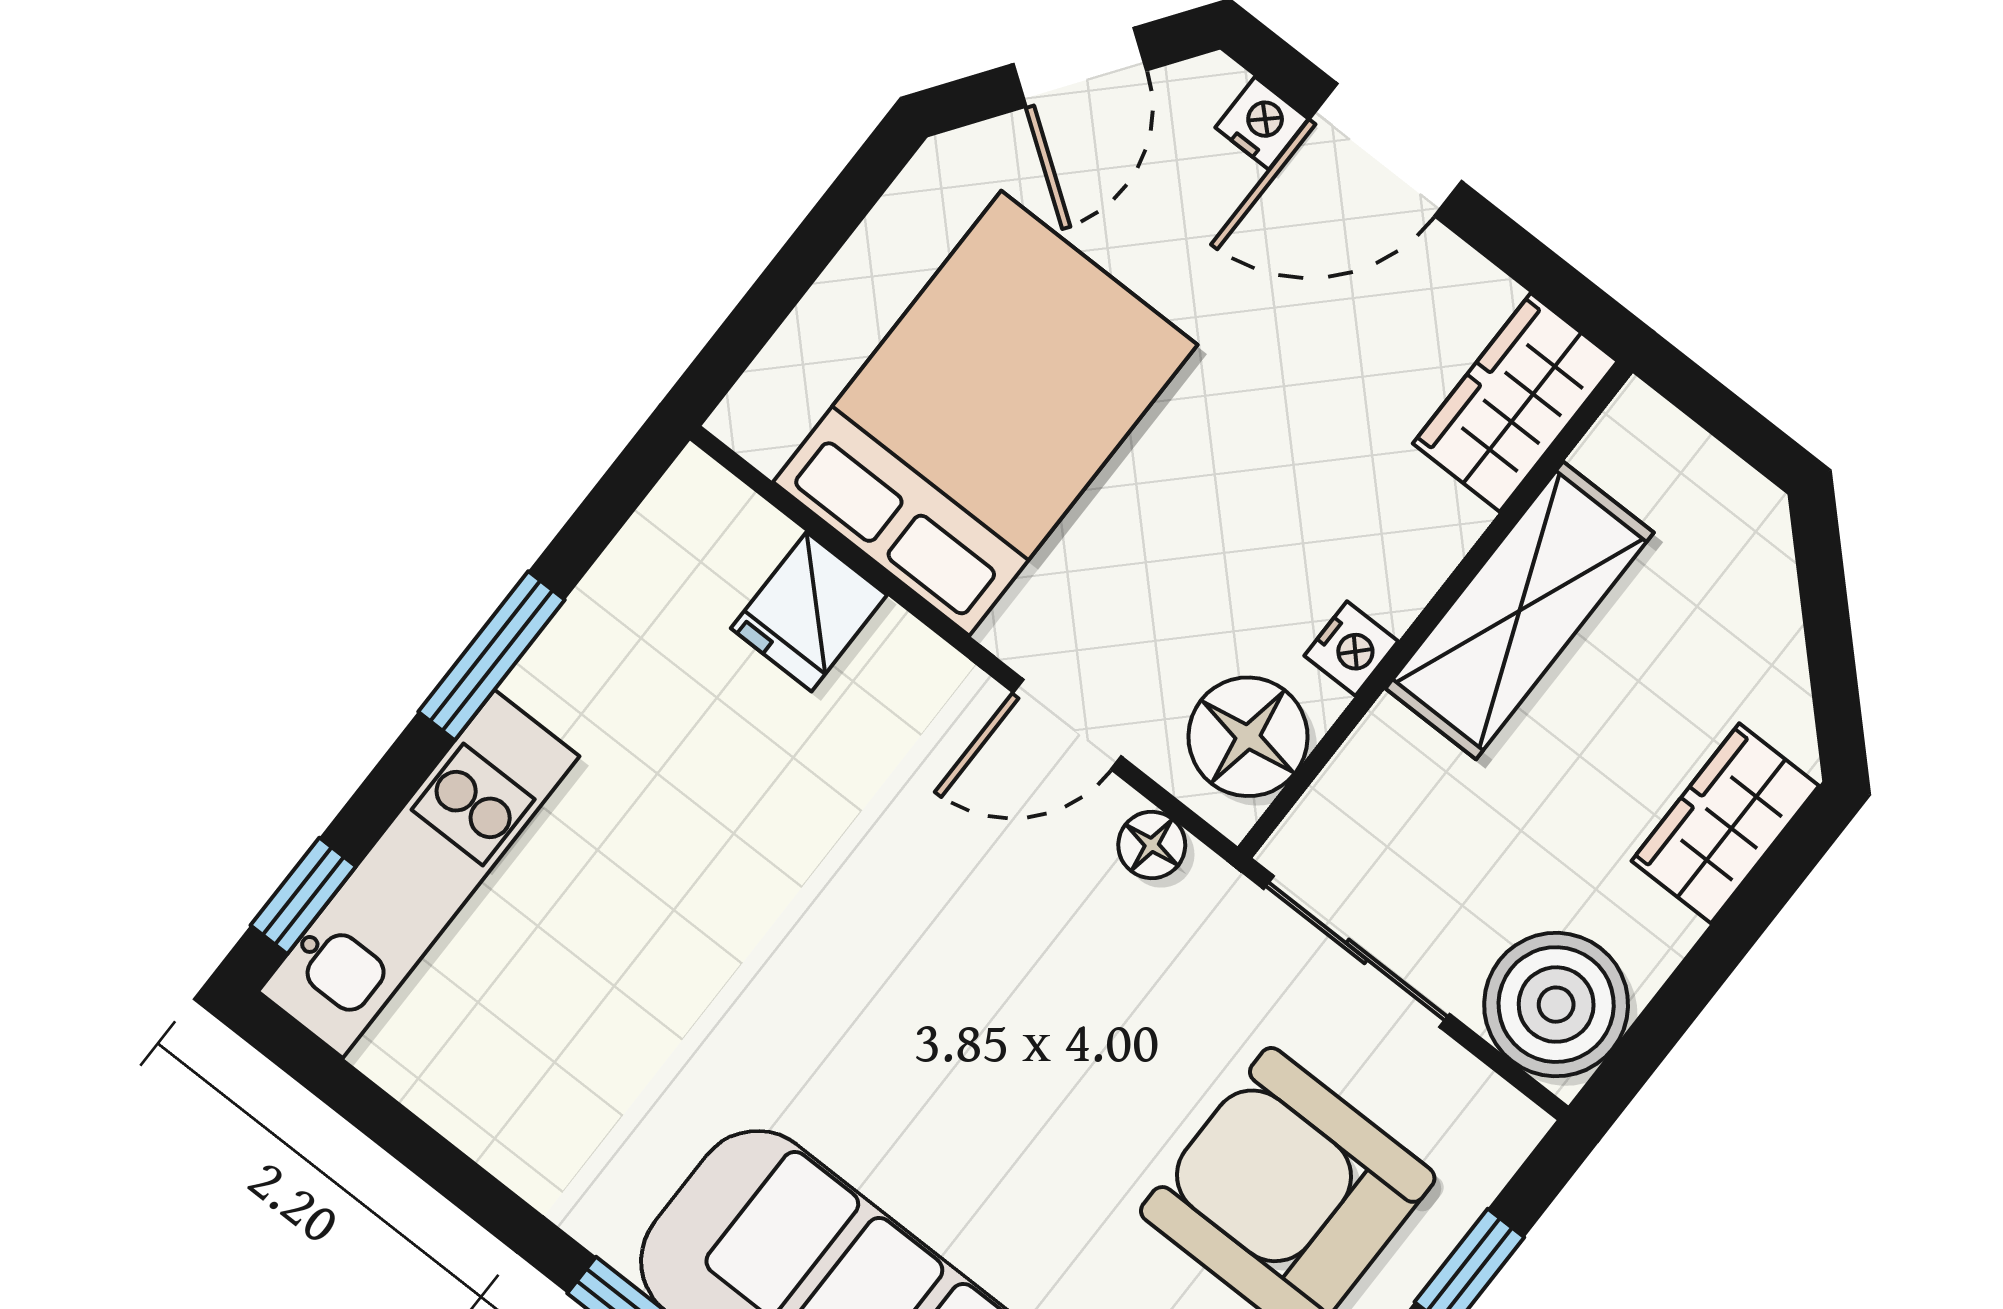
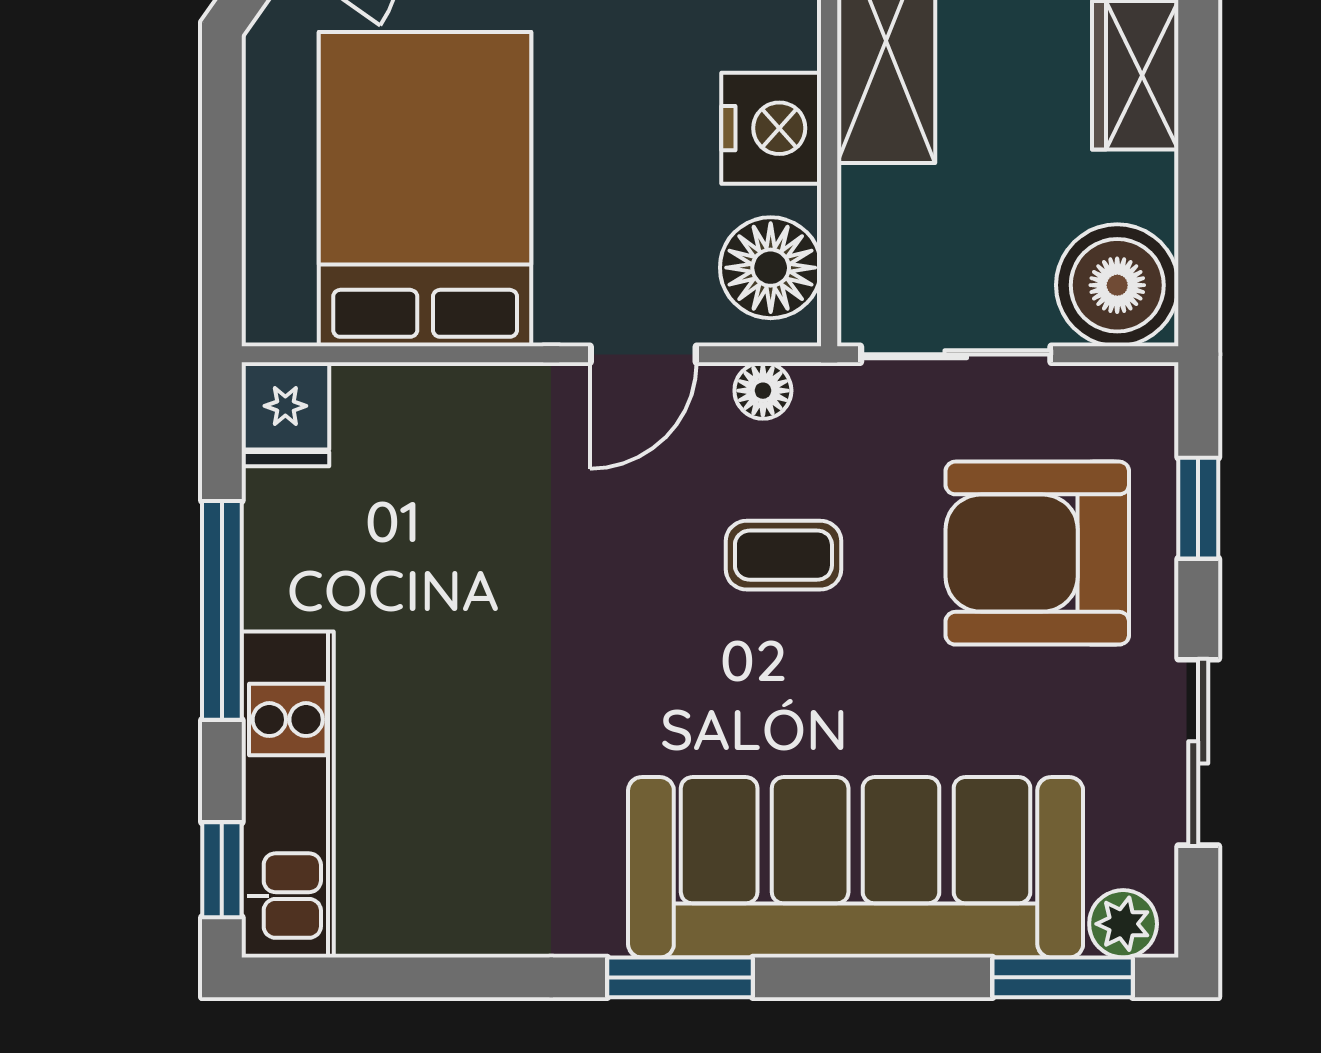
fridge: (809, 612) -> (285, 414), moved
nightstand: (1351, 648) -> (771, 128), width x1.89, depth x1.79
window: (491, 656) -> (222, 610), width x1.44
coffee table: (1051, 1012) -> (783, 555), added

